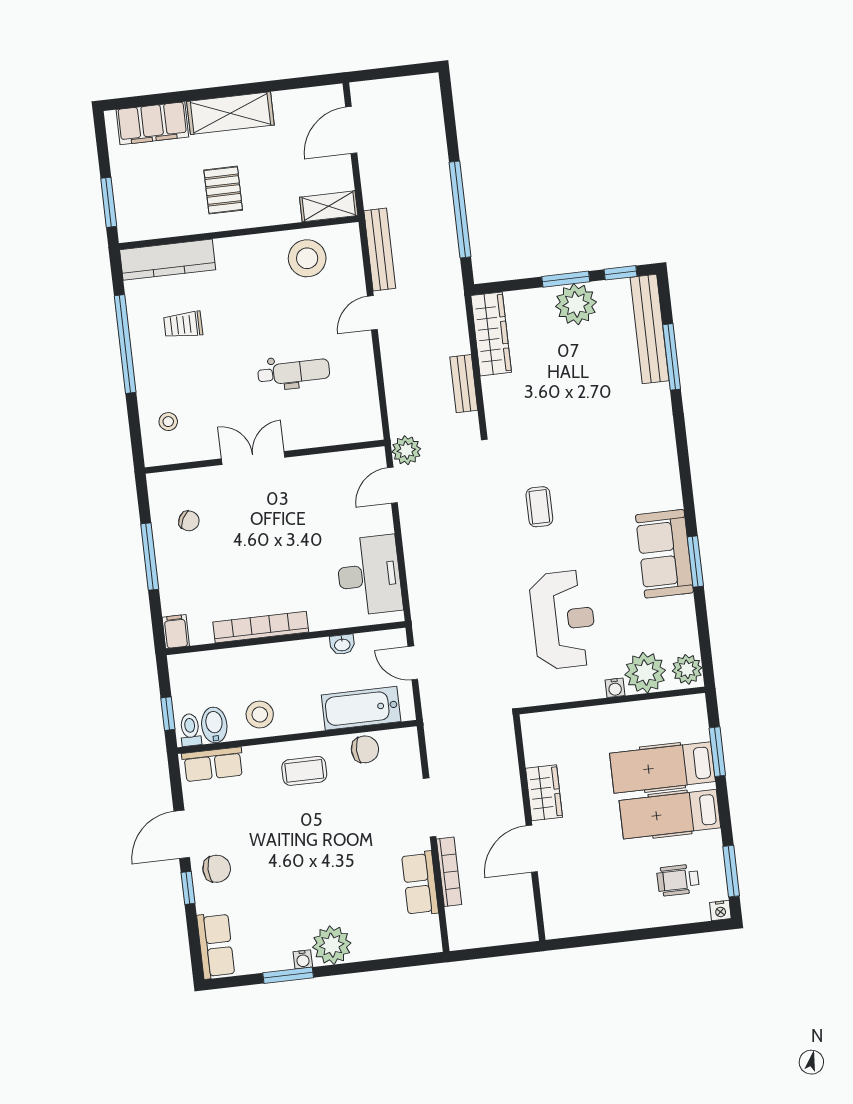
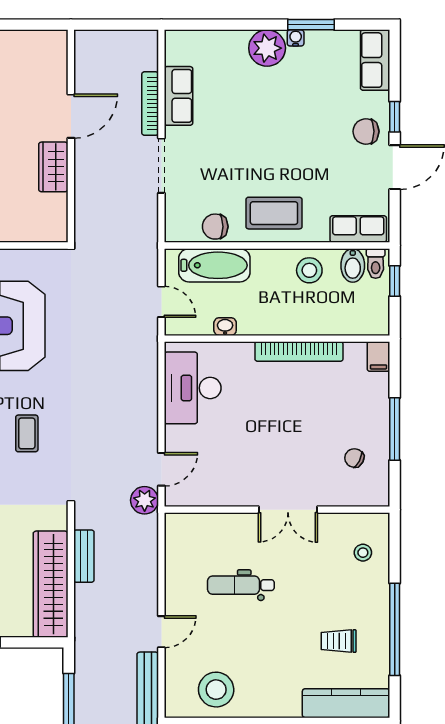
trolley: (183, 325) -> (339, 641), turned 180
wardrobe: (491, 334) -> (51, 584), width x1.40, depth x1.17
coffee table: (304, 771) -> (274, 213), width x1.36, depth x1.30

